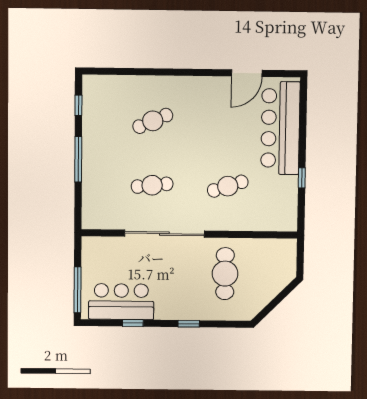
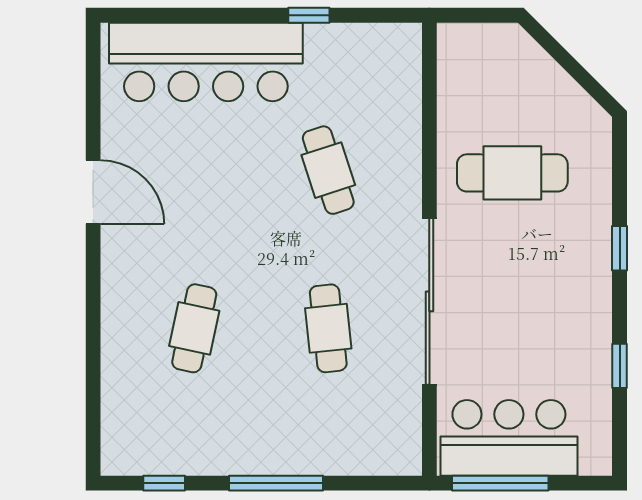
door: (247, 73) -> (93, 192), moved
cafe table: (153, 121) -> (194, 328), turned 36
window: (77, 290) -> (500, 483), moved
bar counter: (121, 302) -> (509, 438), moved, turned 90

